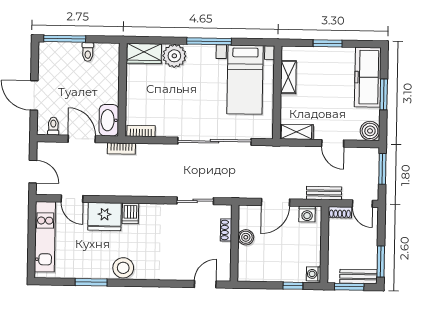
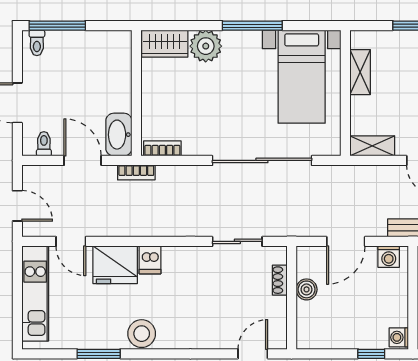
toilet: (88, 52) -> (37, 43), moved

